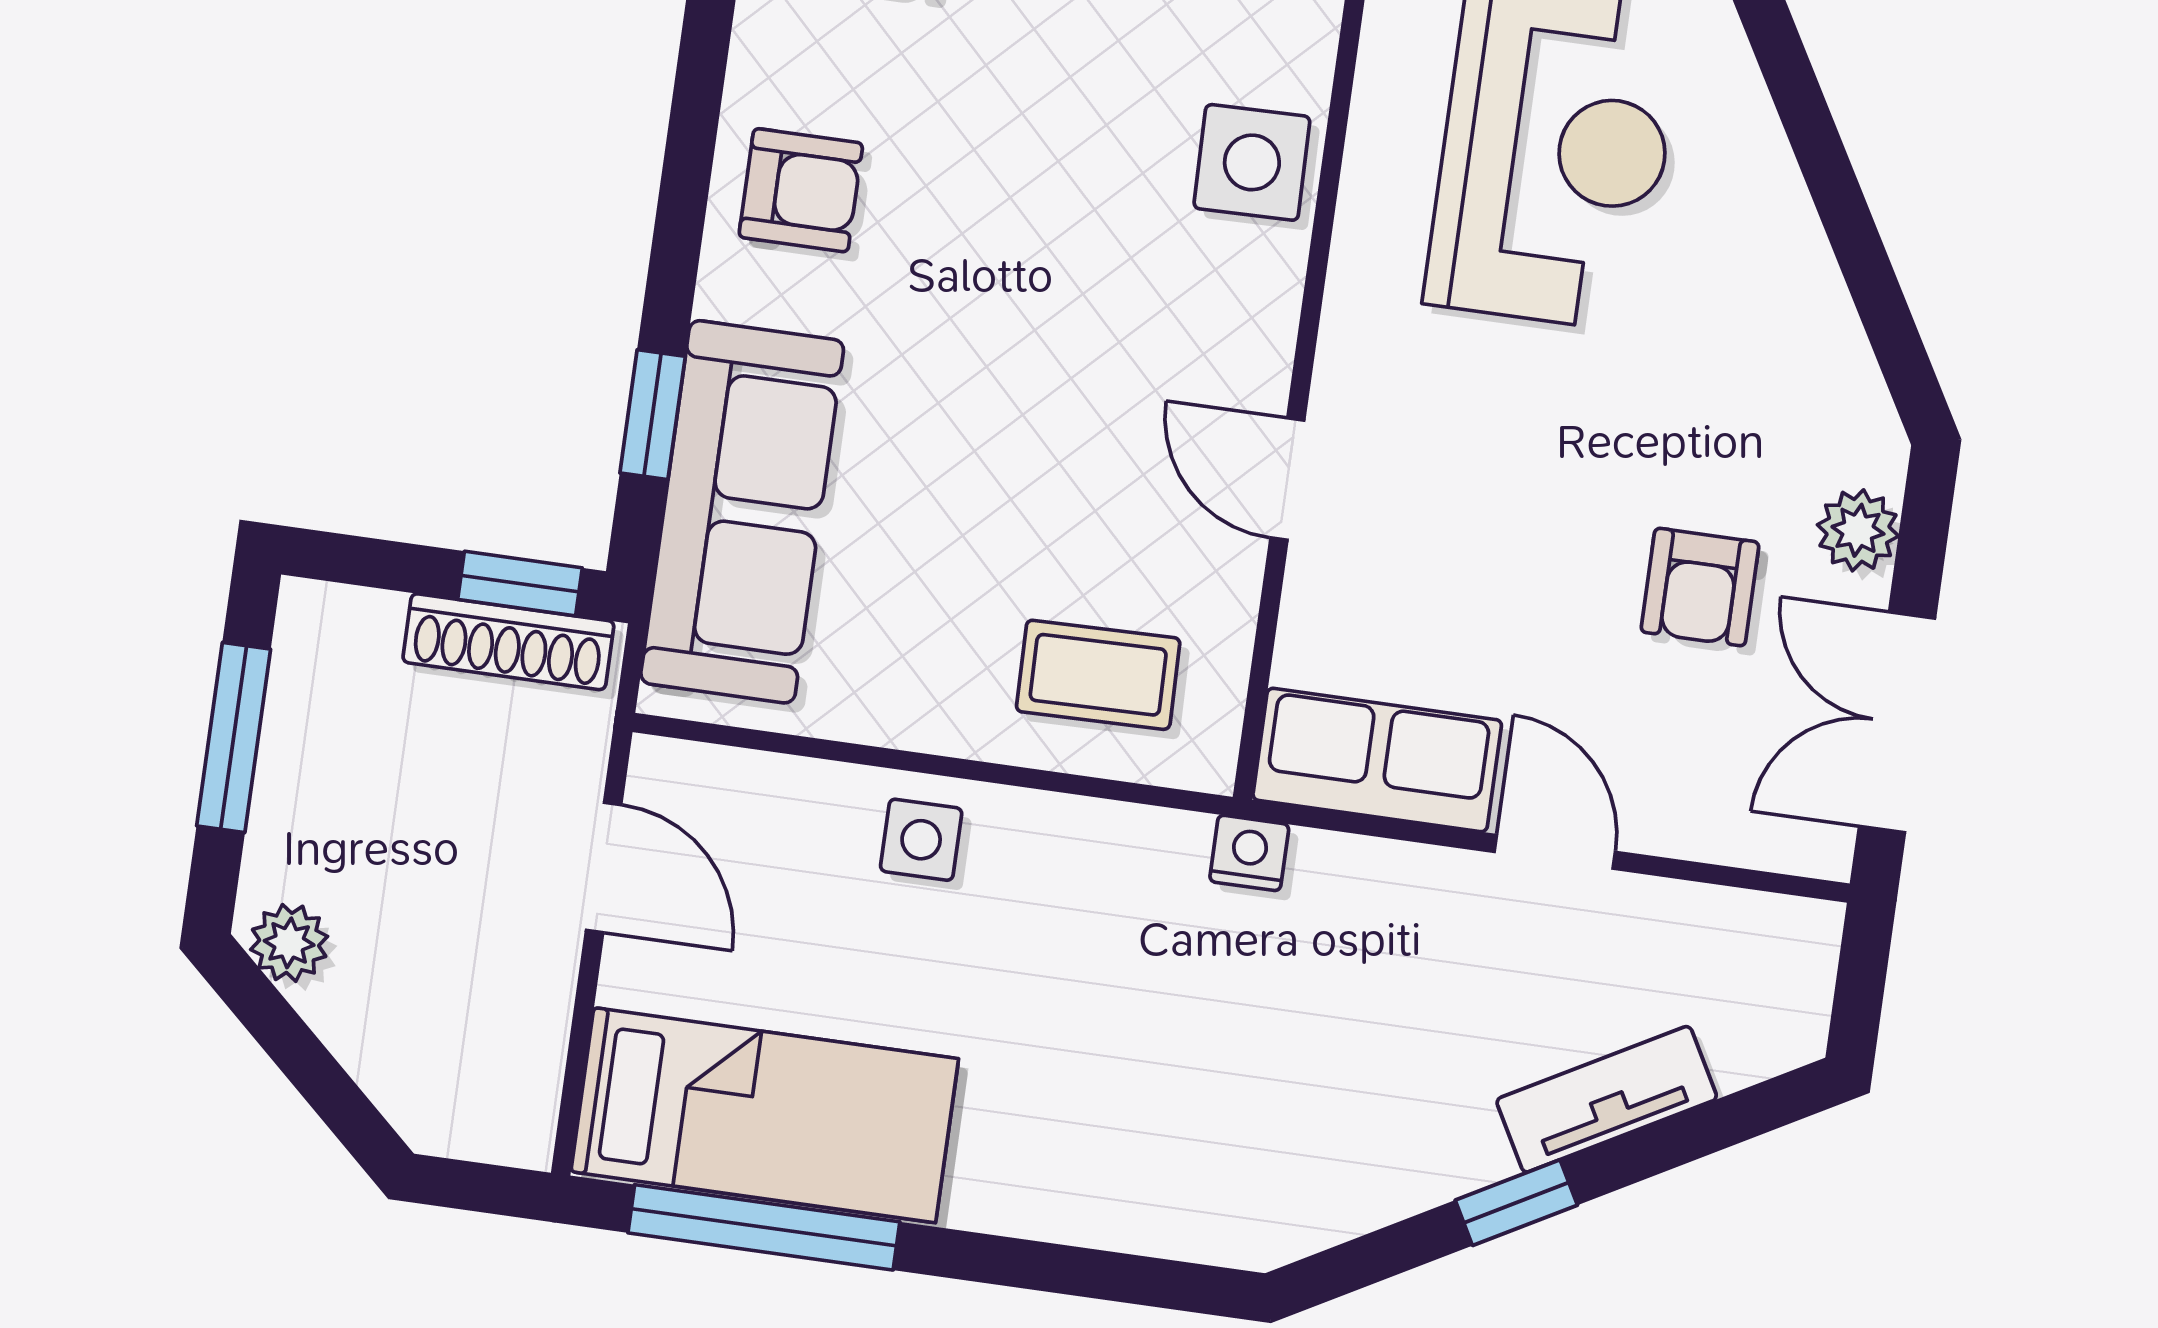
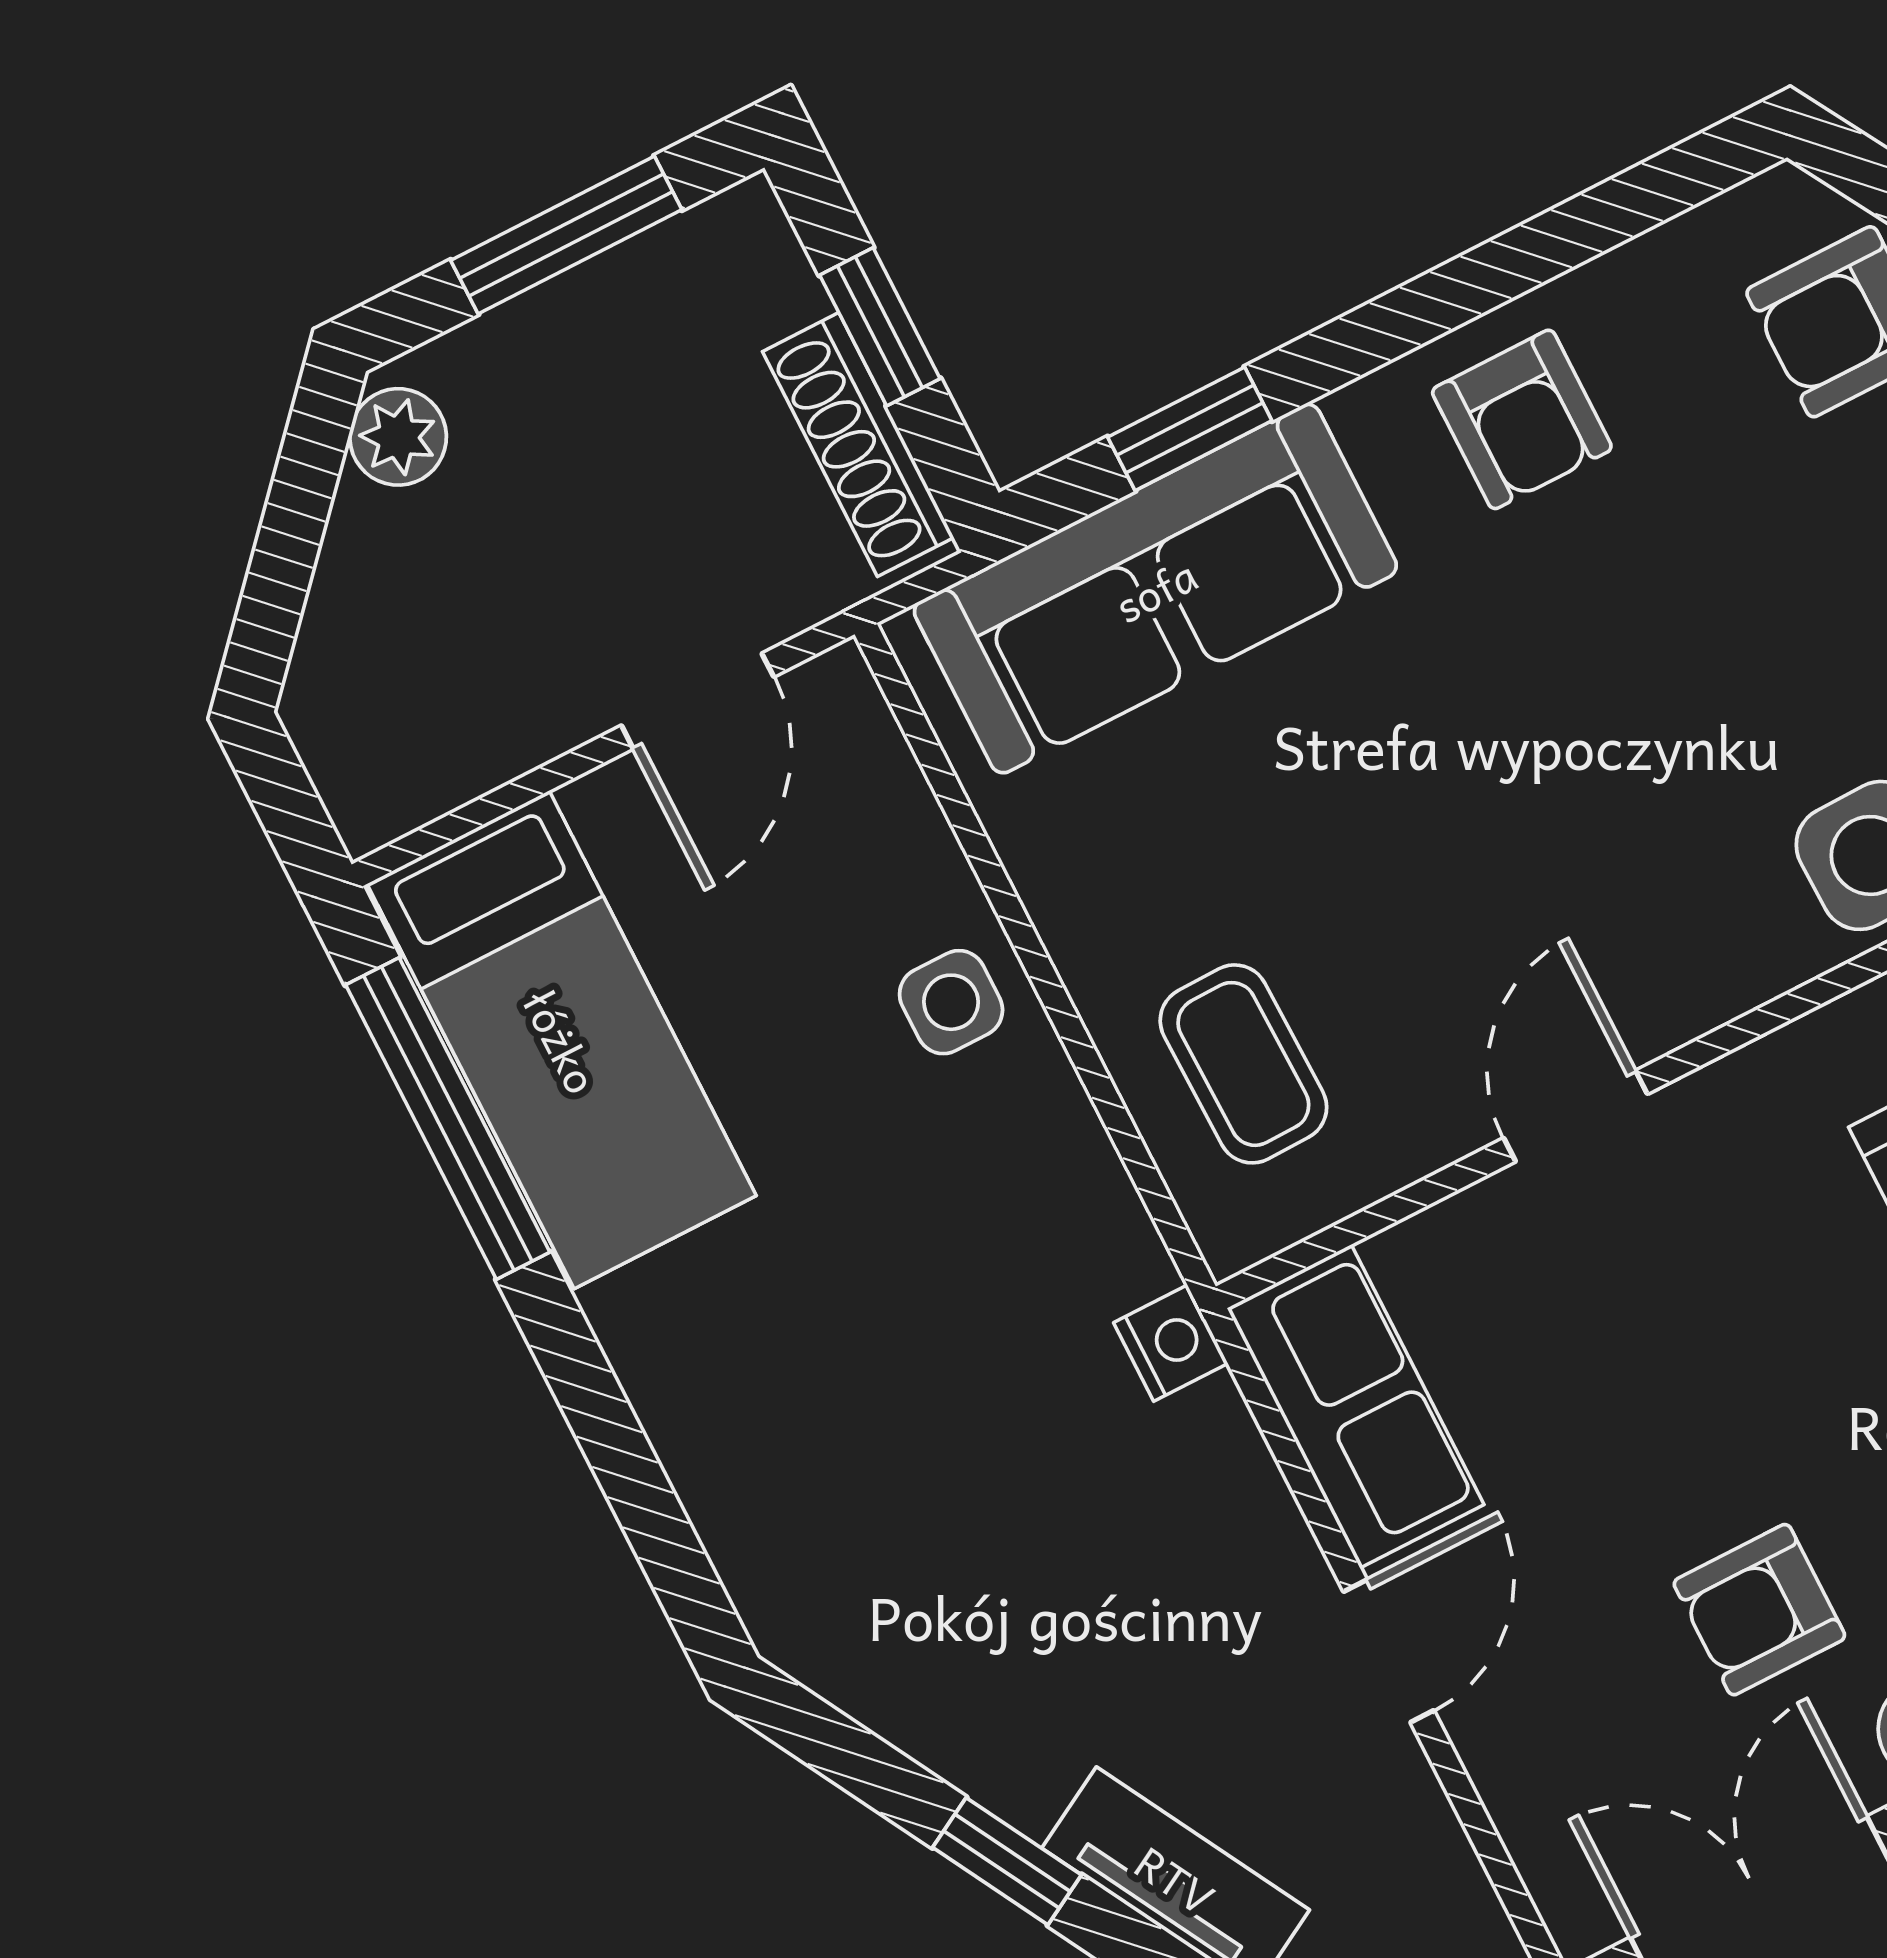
window: (520, 584) -> (880, 327), moved

